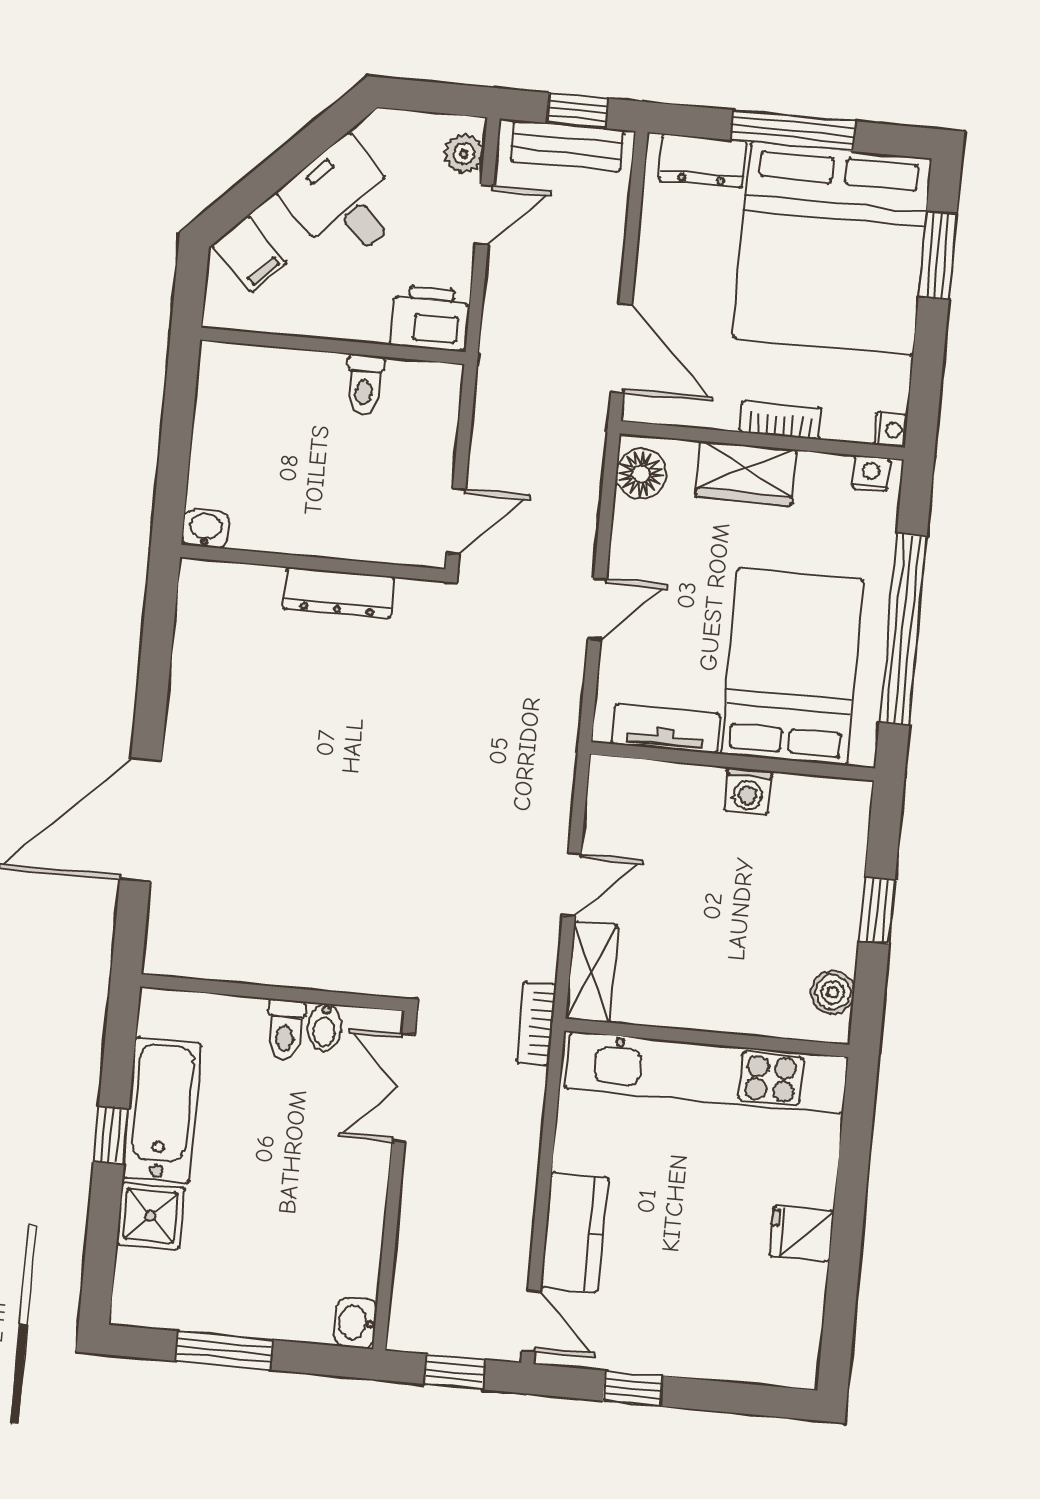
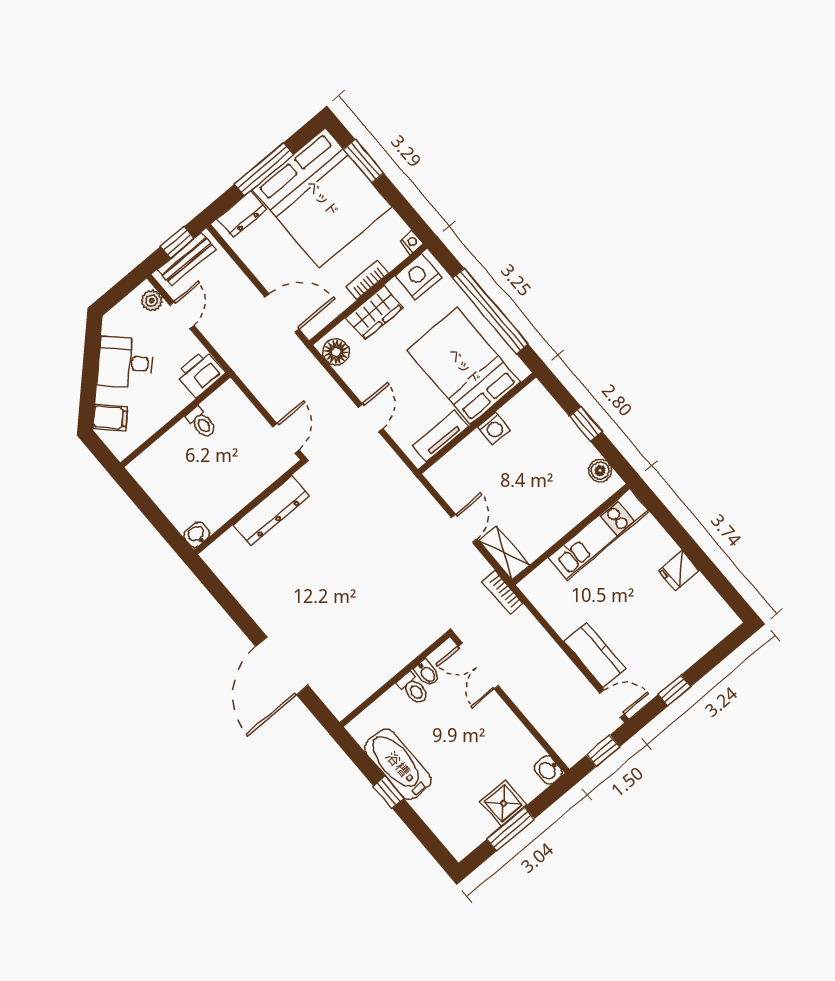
nightstand: (871, 473) -> (418, 277), width x1.89, depth x1.79
dresser: (339, 593) -> (271, 510), width x1.37, depth x1.24
kitchen unit: (707, 1073) -> (599, 534), width x0.73
shower: (151, 1216) -> (503, 803), moved

